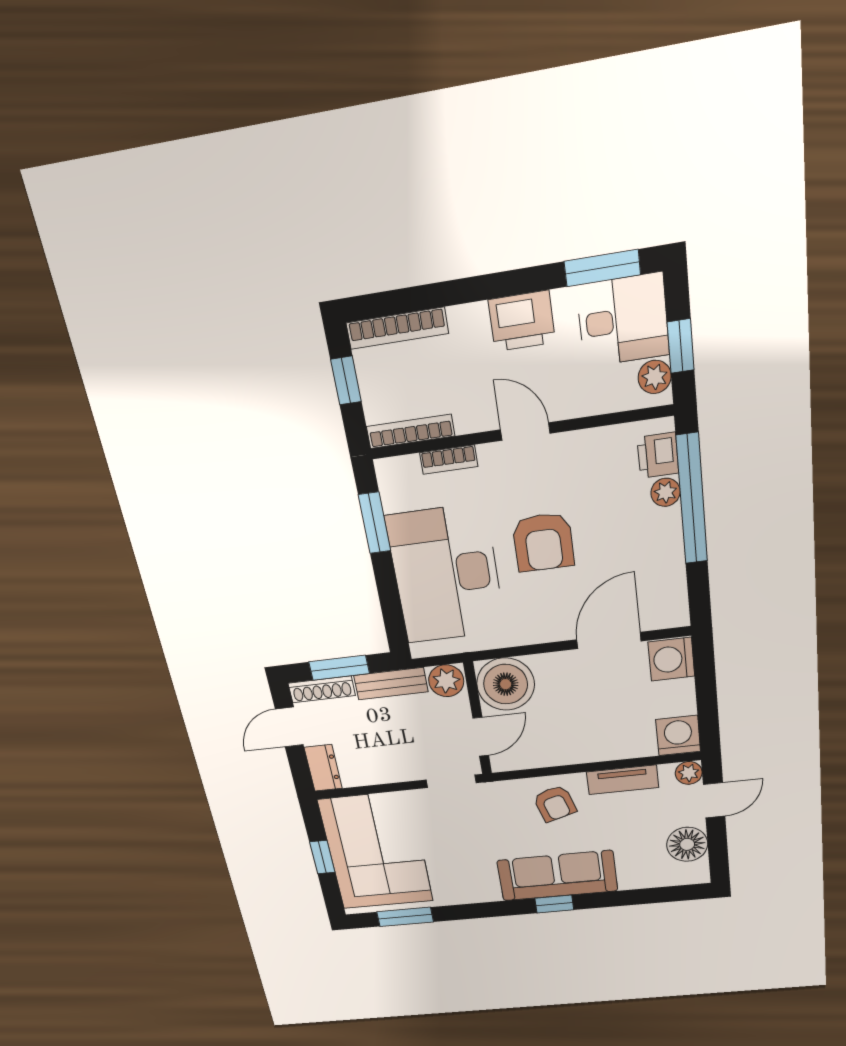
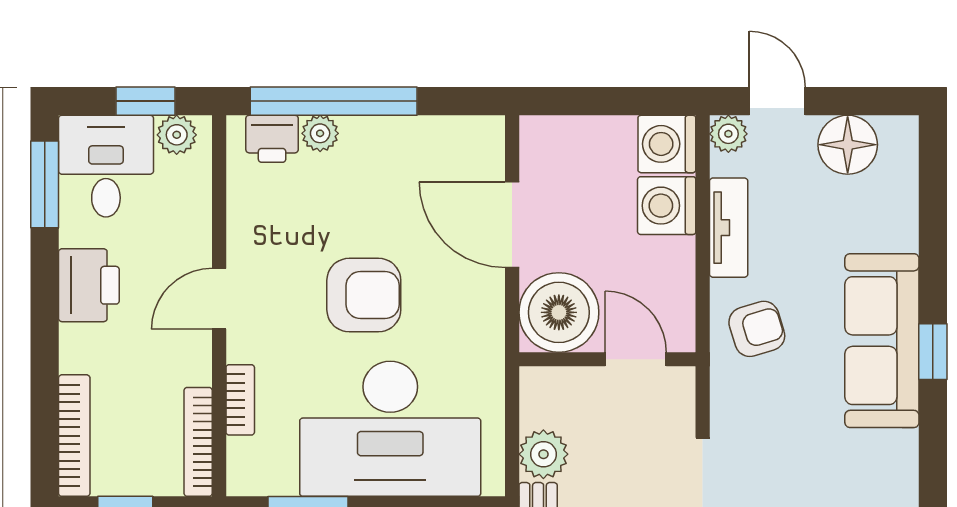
washing machine: (671, 659) -> (667, 206), moved, turned 90
boiler: (506, 684) -> (559, 312), moved
wall: (478, 719) -> (607, 359), moved
door: (481, 737) -> (636, 359), moved

